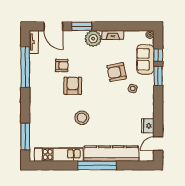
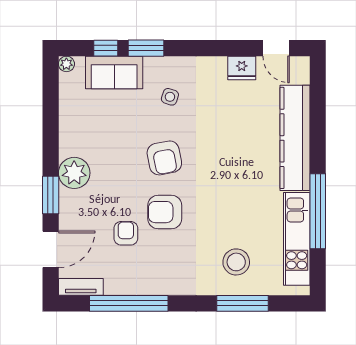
fireplace: (113, 35) -> (67, 135), removed
armchair: (117, 72) -> (164, 158), moved
stool: (82, 118) -> (236, 262), moved
window: (25, 136) -> (243, 303), moved
window: (97, 165) -> (318, 211), moved

